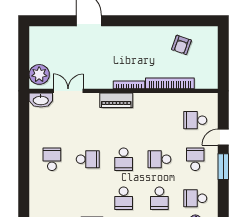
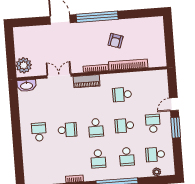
window: (136, 21) -> (97, 17), added
armchair: (181, 45) -> (115, 41), moved
double door: (68, 91) -> (59, 76), moved
school desk: (195, 120) -> (122, 95), moved

